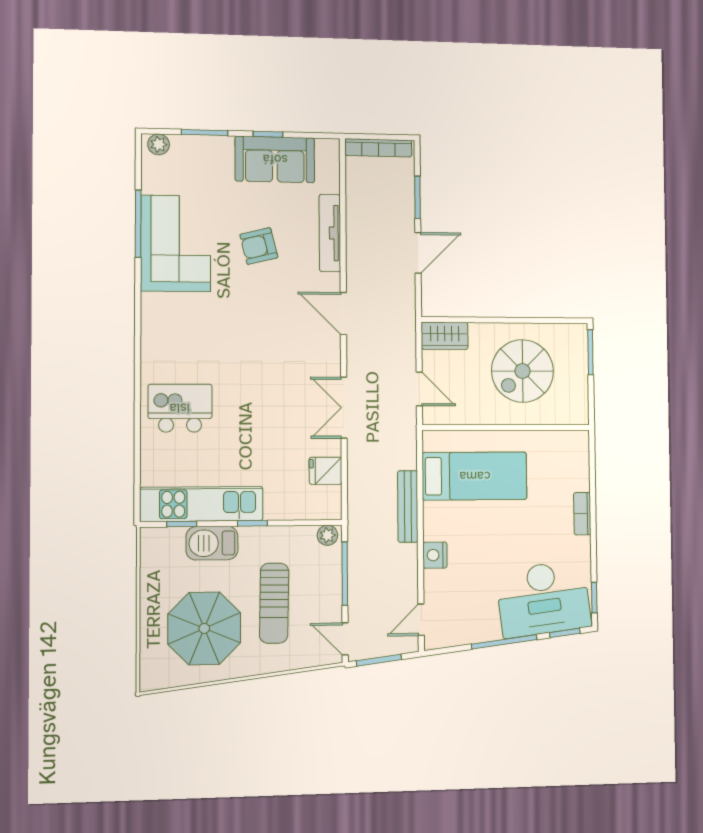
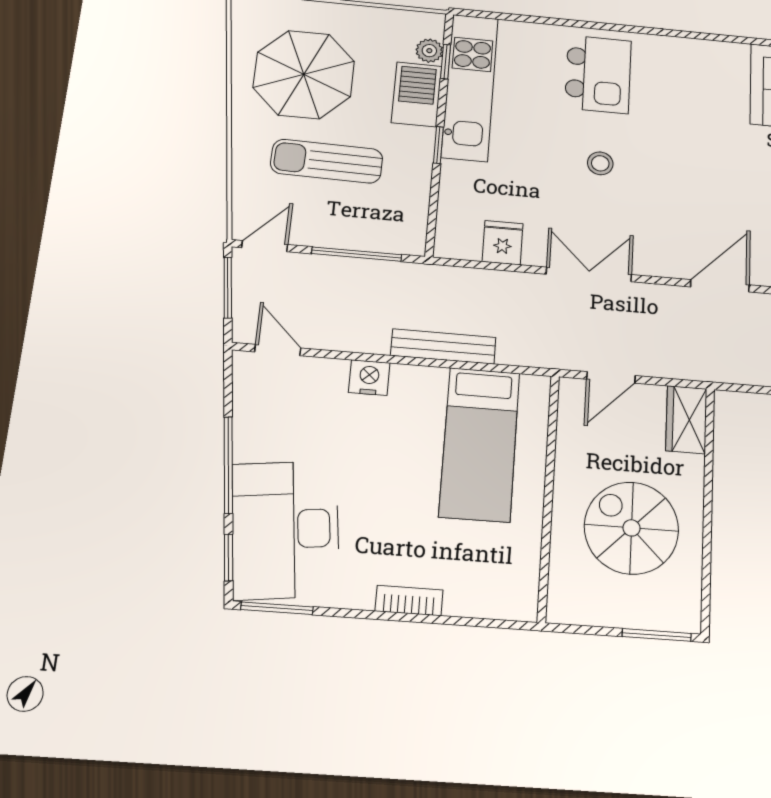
stool: (255, 403) -> (600, 163), added
plant: (327, 535) -> (429, 51), moved
window: (594, 598) -> (277, 608), width x1.50

